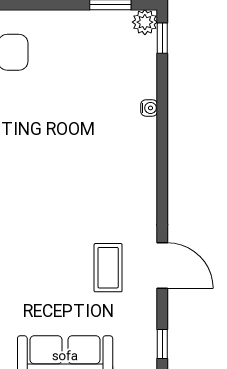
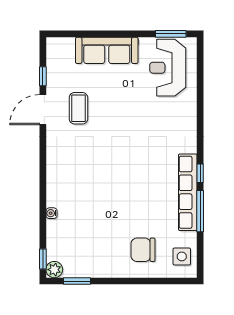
door: (162, 266) -> (43, 110), hinge flipped
window: (162, 344) -> (43, 76), moved

